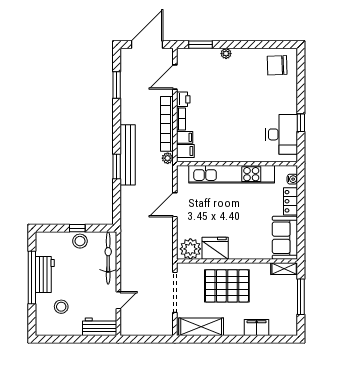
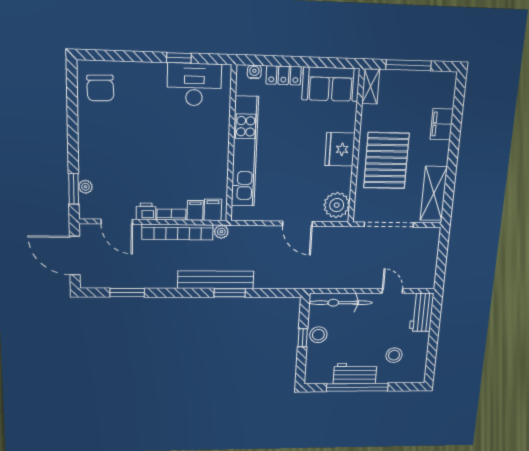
plant: (226, 54) -> (85, 187), moved
door: (175, 205) -> (298, 224), moved
fridge: (215, 248) -> (340, 149), moved

